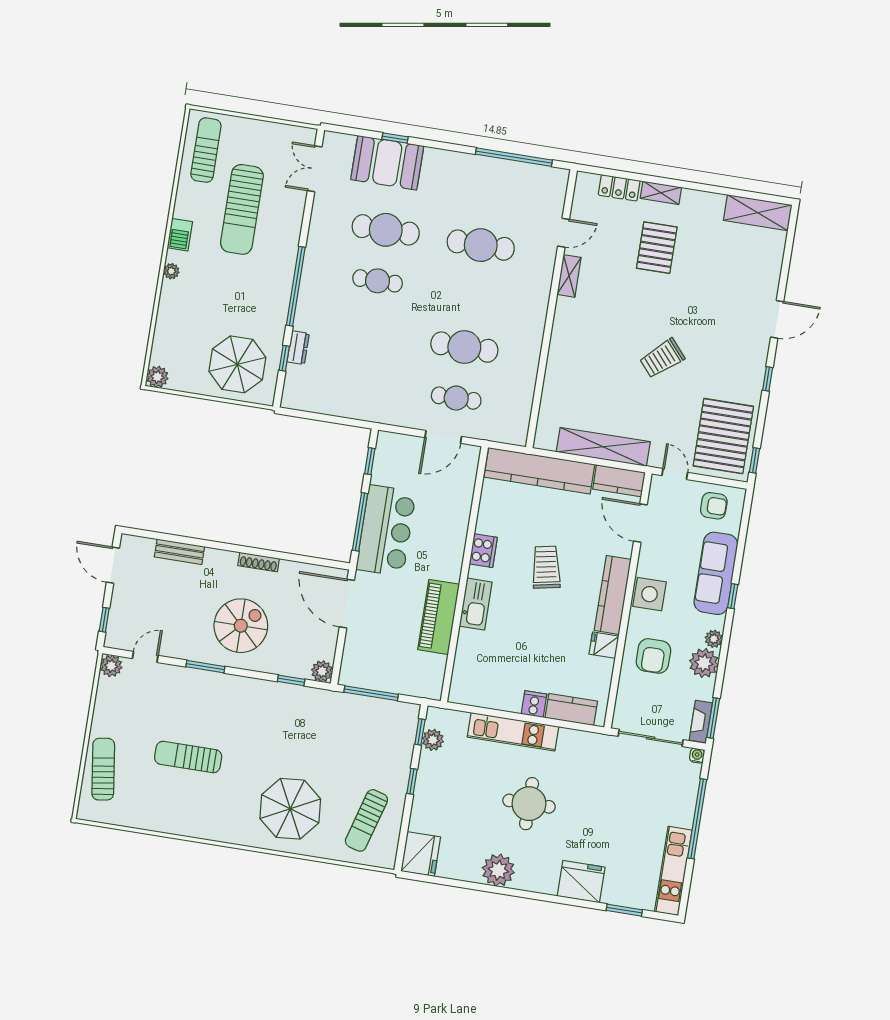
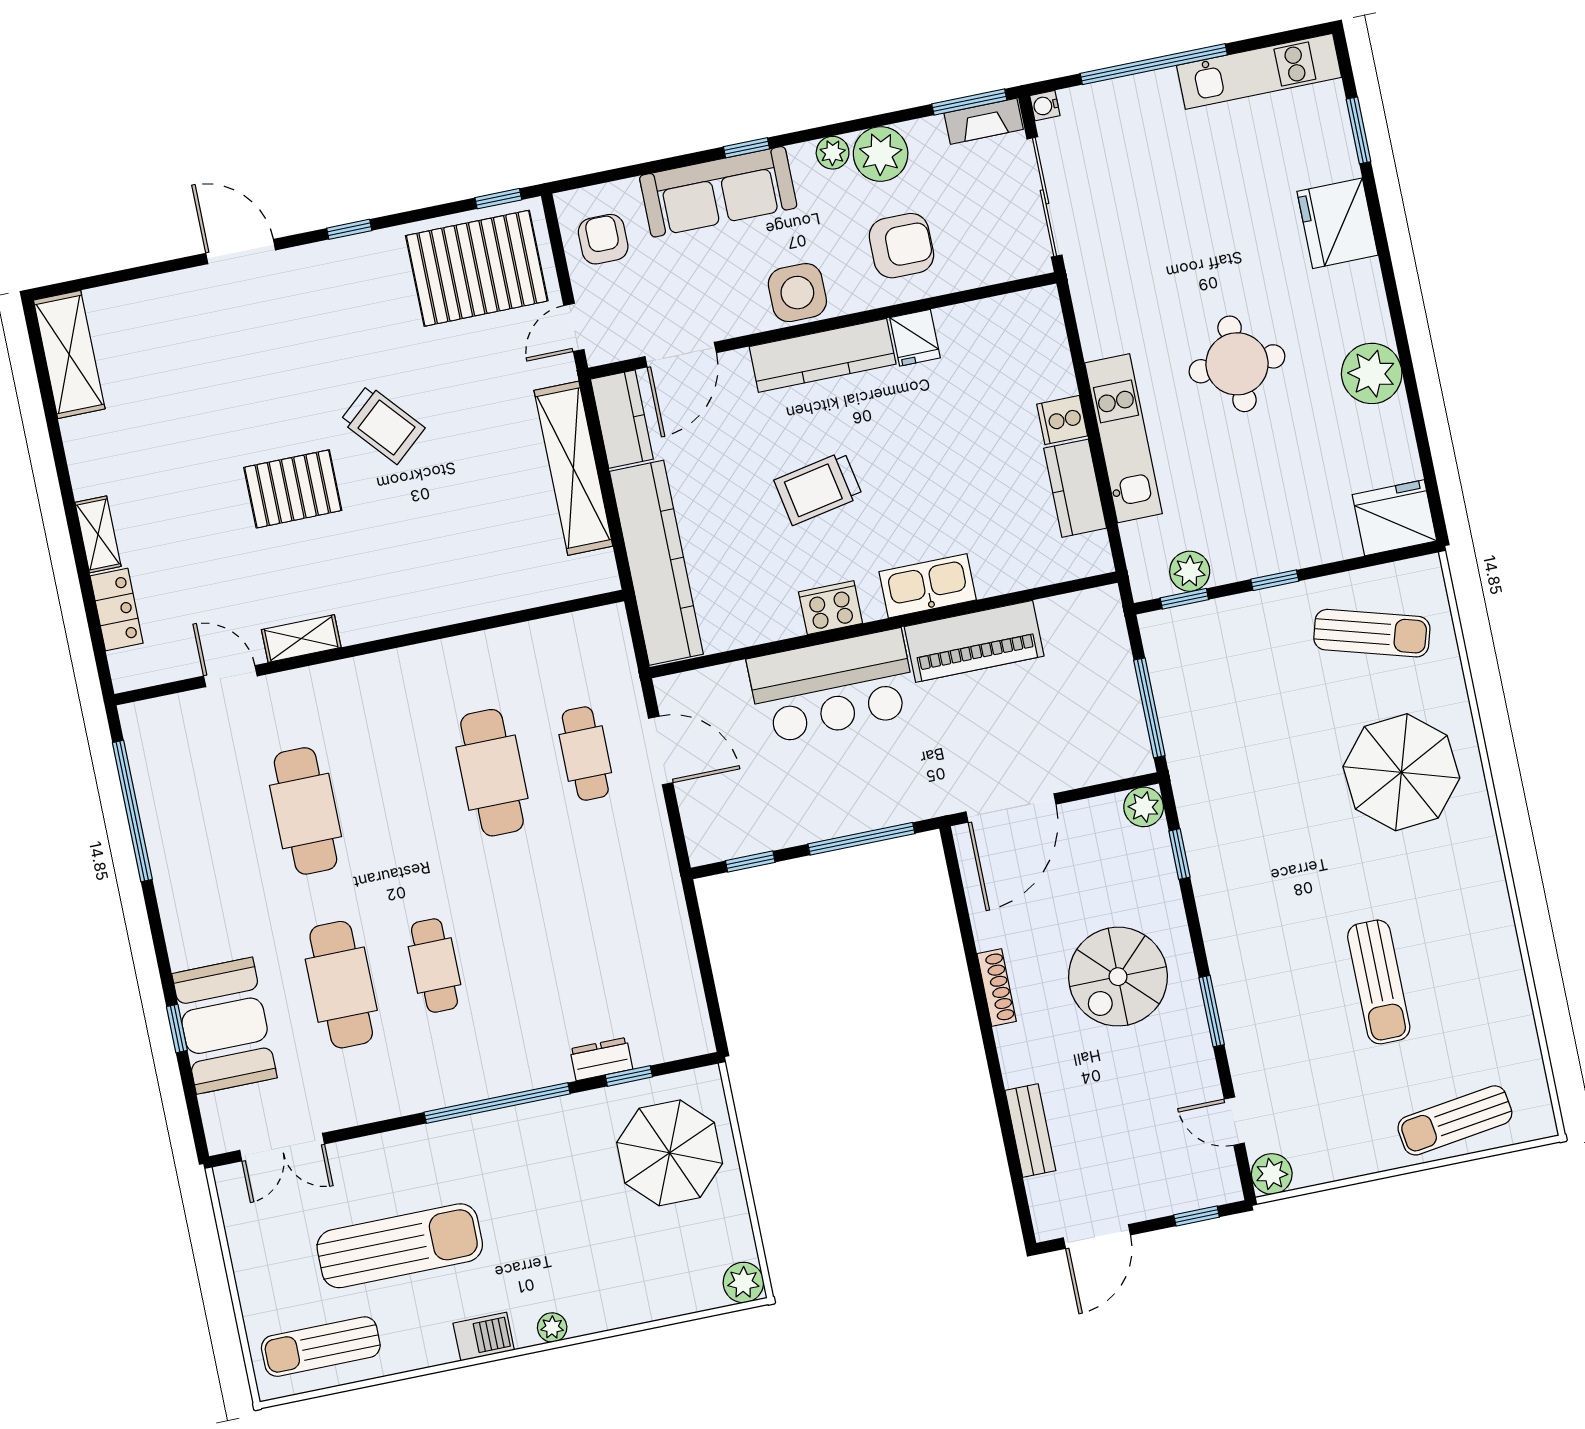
pallet: (657, 248) -> (293, 489), moved
bar counter: (386, 531) -> (832, 686), moved, turned 180
spiral stairs: (241, 626) -> (1118, 977), turned -90
kitchen counter: (571, 710) -> (1075, 488), moved

